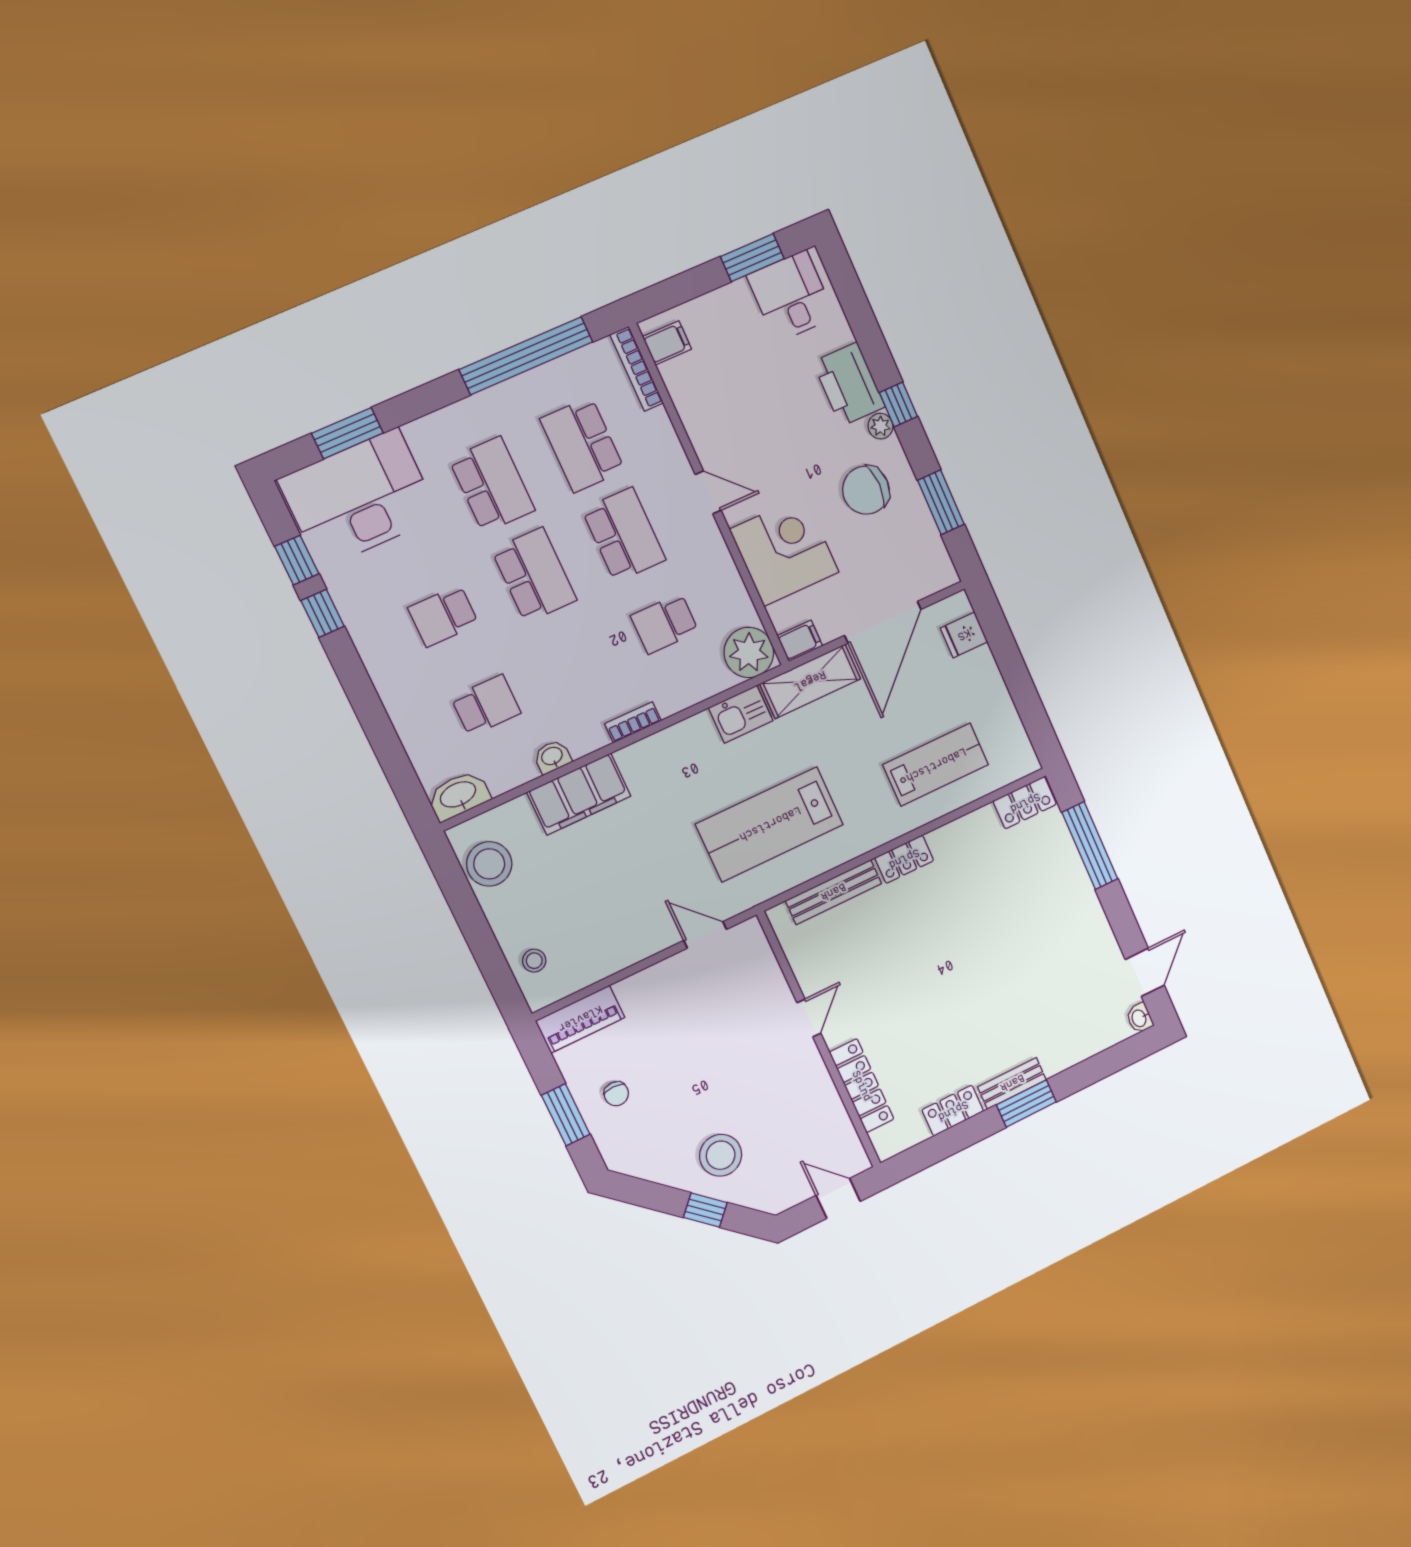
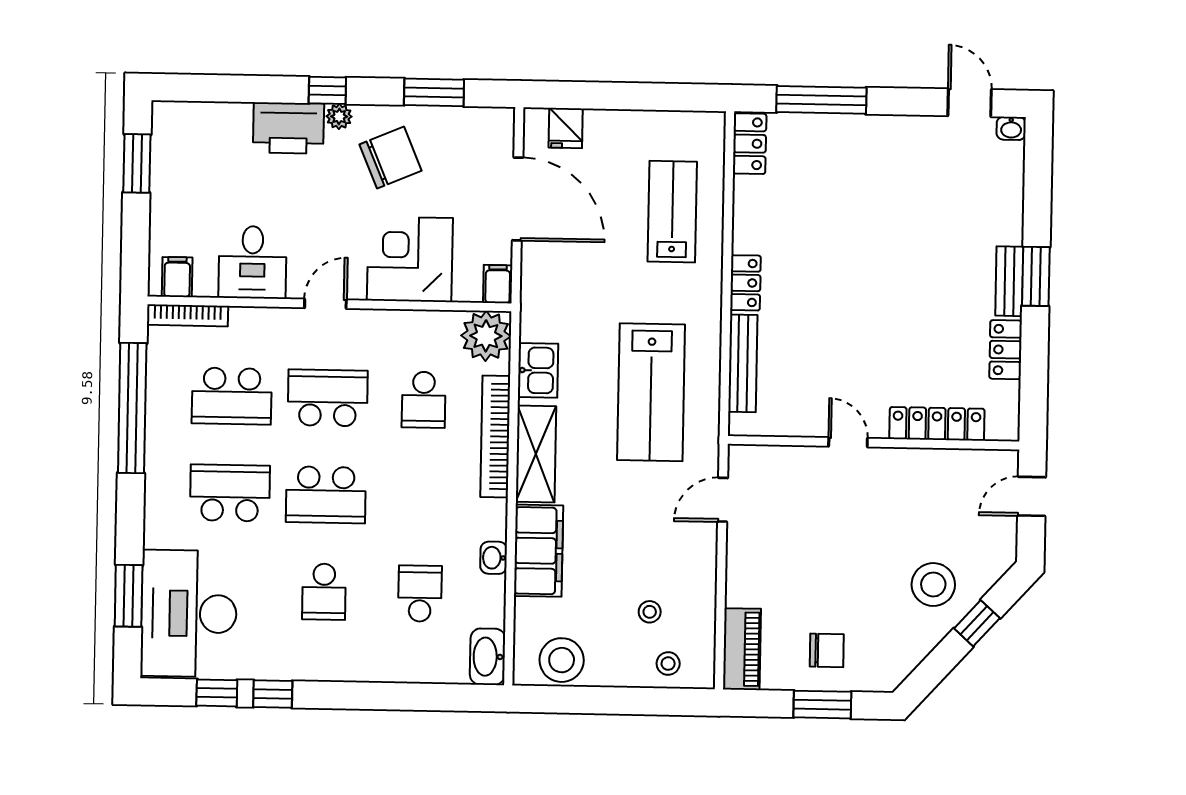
desk: (791, 296) -> (252, 262), moved, turned -90
chair: (866, 490) -> (391, 158), turned -113
school desk: (534, 575) -> (326, 495), turned 180
shelving: (810, 681) -> (536, 454), moved
bookcase: (633, 722) -> (495, 437), width x2.31, depth x1.31
stool: (573, 921) -> (650, 612), added
chair: (616, 1094) -> (827, 650), width x1.37, depth x1.37

